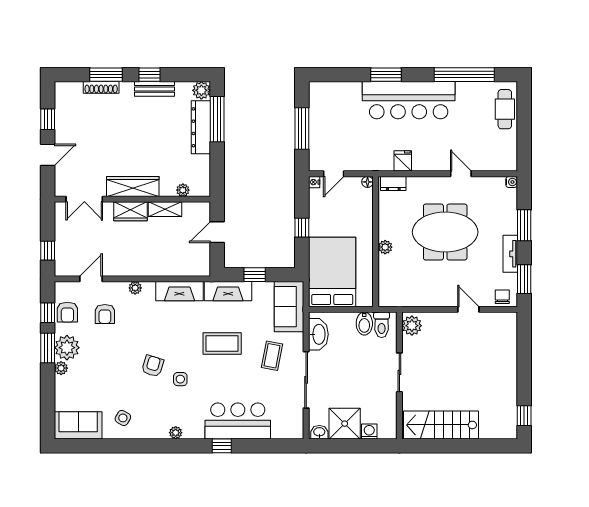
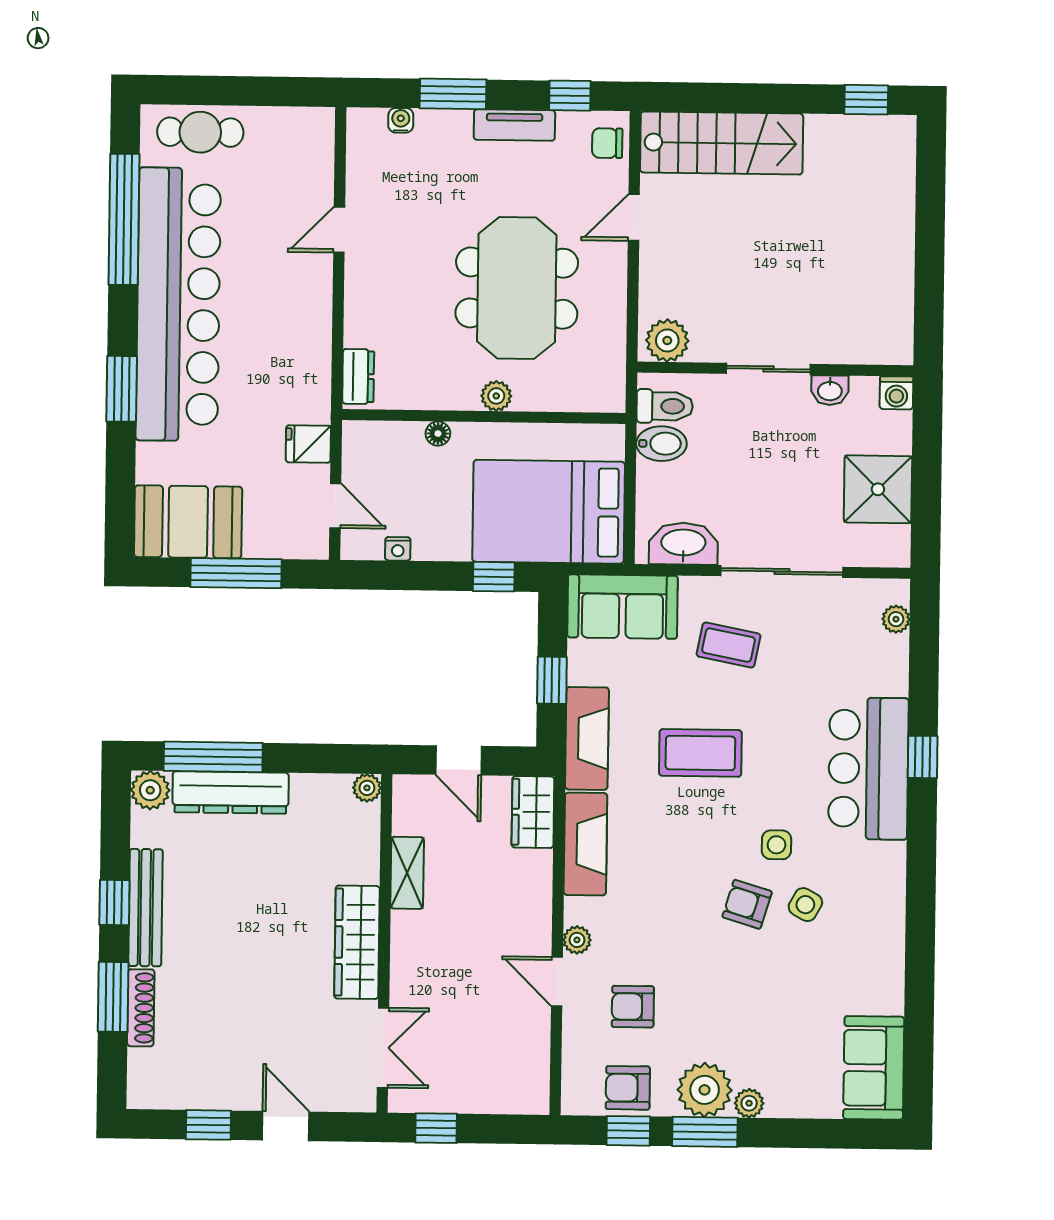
bench: (155, 89) -> (146, 908), width x1.36
bar counter: (409, 100) -> (178, 304), width x1.36
booth: (325, 106) -> (188, 522), added
fridge: (403, 161) -> (308, 444), moved
nightstand: (314, 182) -> (398, 549), moved
floor lamp: (368, 182) -> (438, 434), moved
water cooler: (512, 182) -> (401, 120), moved
plant: (183, 190) -> (367, 788), moved
wardrobe: (130, 211) -> (533, 812), moved, turned 180
window: (302, 228) -> (494, 577), moved
meeting table: (445, 232) -> (517, 288), moved
window: (48, 251) -> (436, 1128), moved
door: (91, 279) -> (557, 982), moved
window: (524, 279) -> (570, 96), width x0.67
armchair: (67, 312) -> (628, 1088), turned 180
armchair: (105, 314) -> (633, 1007), turned 180
coffee table: (222, 343) -> (700, 753), turned 90
side table: (123, 418) -> (805, 905), moved
bar counter: (238, 421) -> (868, 769), moved
stairs: (441, 425) -> (722, 143), moved, turned -90
washing machine: (369, 431) -> (896, 393), moved, turned -90
washbasin: (319, 432) -> (830, 390), moved, turned -90
plant: (176, 433) -> (896, 619), moved

